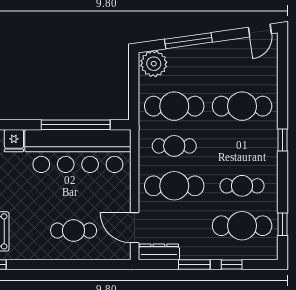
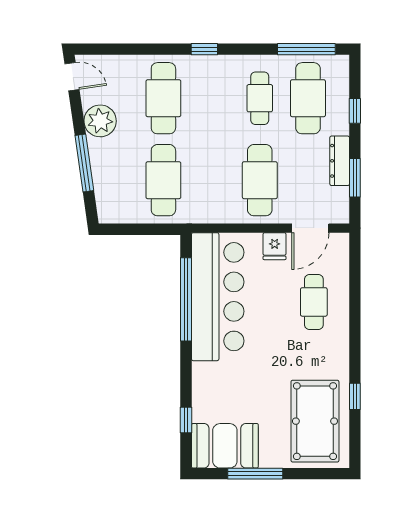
plant: (154, 64) -> (100, 121), moved
fridge: (14, 141) -> (275, 246), moved, turned 90
cafe table: (174, 146) -> (212, 180), removed
window: (283, 224) -> (306, 49), width x2.17
dresser: (159, 252) -> (340, 161), moved
window: (194, 265) -> (355, 178), moved

